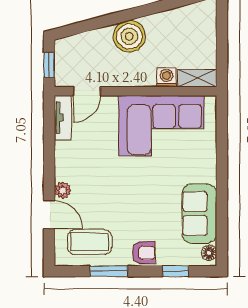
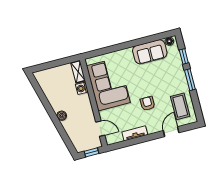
boiler: (129, 36) -> (62, 116), width x0.54, depth x0.54
tv unit: (63, 118) -> (135, 133), moved
plant: (63, 190) -> (156, 128), removed
armchair: (144, 253) -> (148, 103), moved
window: (109, 271) -> (190, 80), moved

